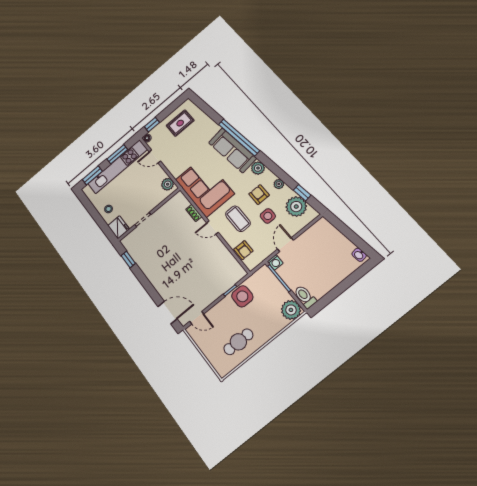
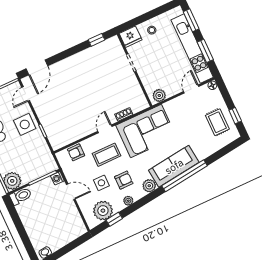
window: (152, 125) -> (235, 116), moved
side table: (242, 296) -> (25, 124), moved

